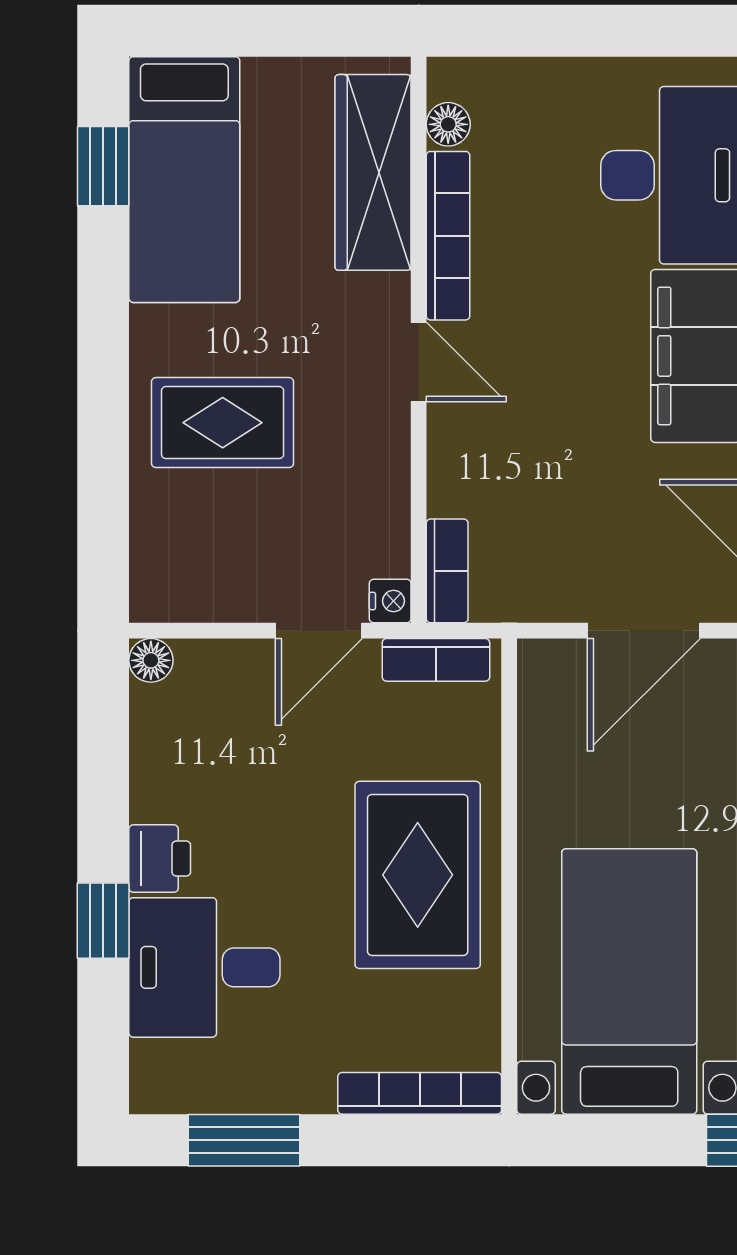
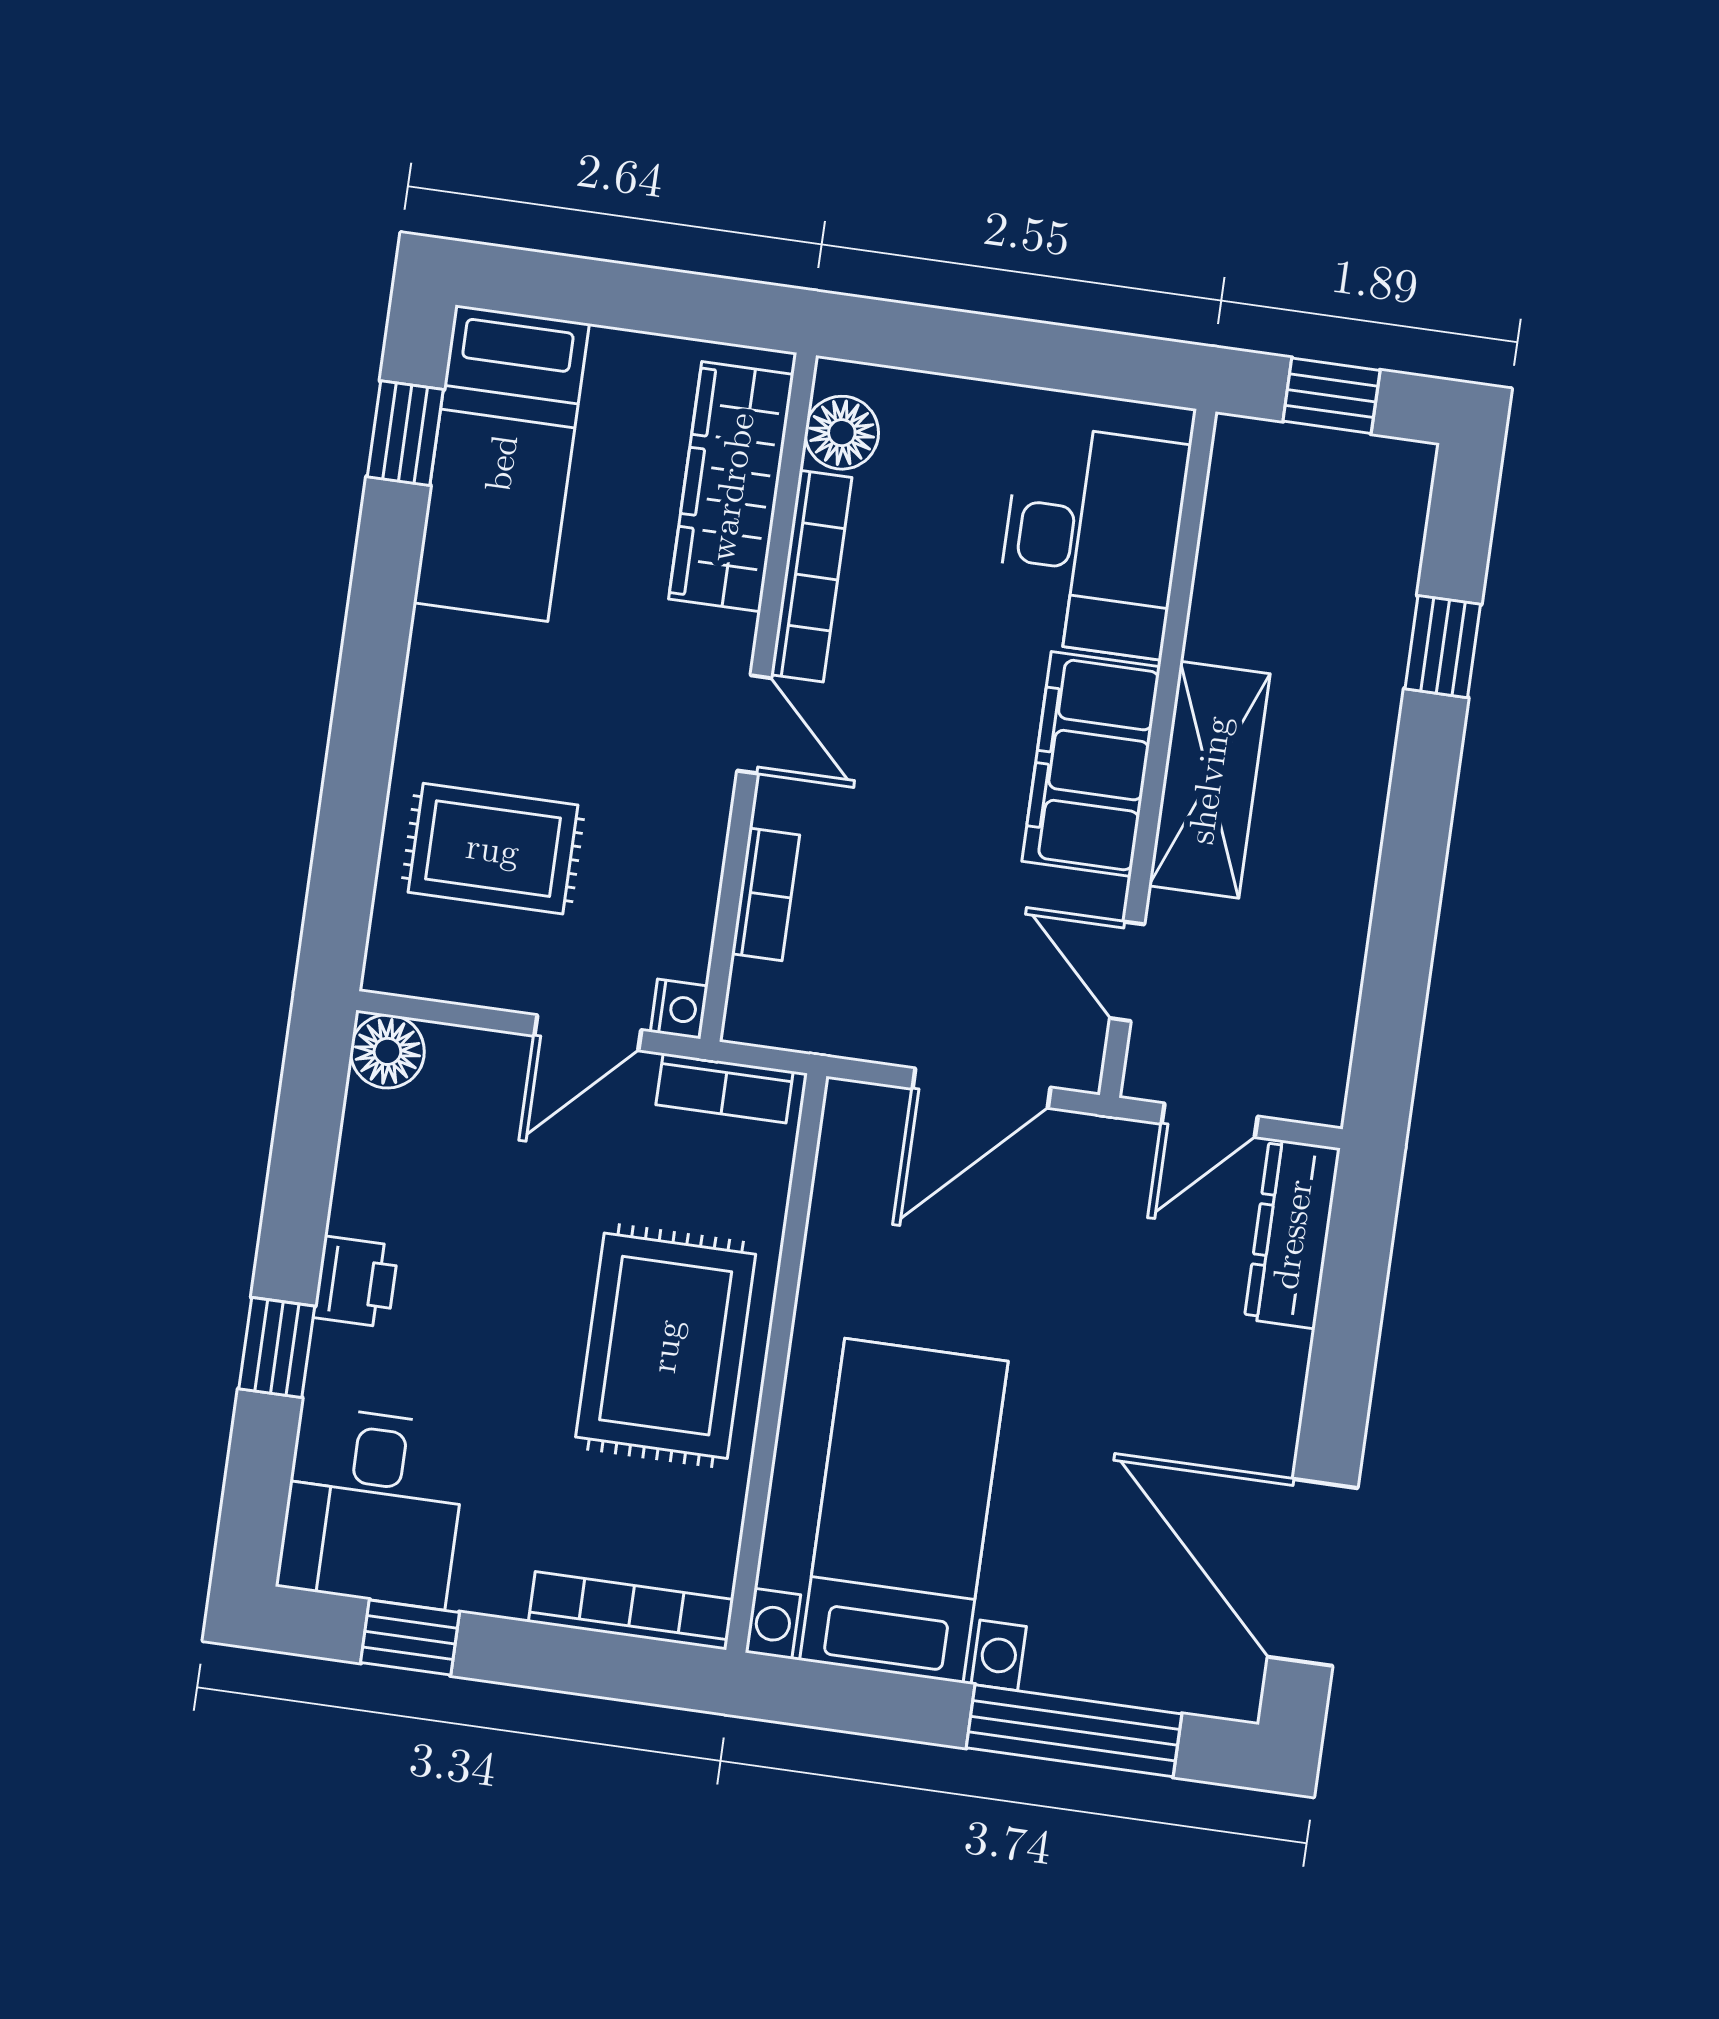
floor lamp: (448, 124) -> (842, 433), width x1.37, depth x1.37
rug: (223, 423) -> (493, 849), moved
bookcase: (447, 571) -> (766, 894), moved
floor lamp: (151, 660) -> (387, 1051), width x1.37, depth x1.37
desk: (204, 967) -> (373, 1507), moved, turned -90
window: (244, 1140) -> (410, 1637), width x0.67

